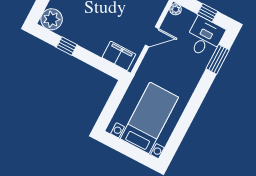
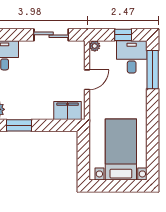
window: (67, 46) -> (19, 125), width x1.50
window: (218, 59) -> (153, 70), width x1.44

